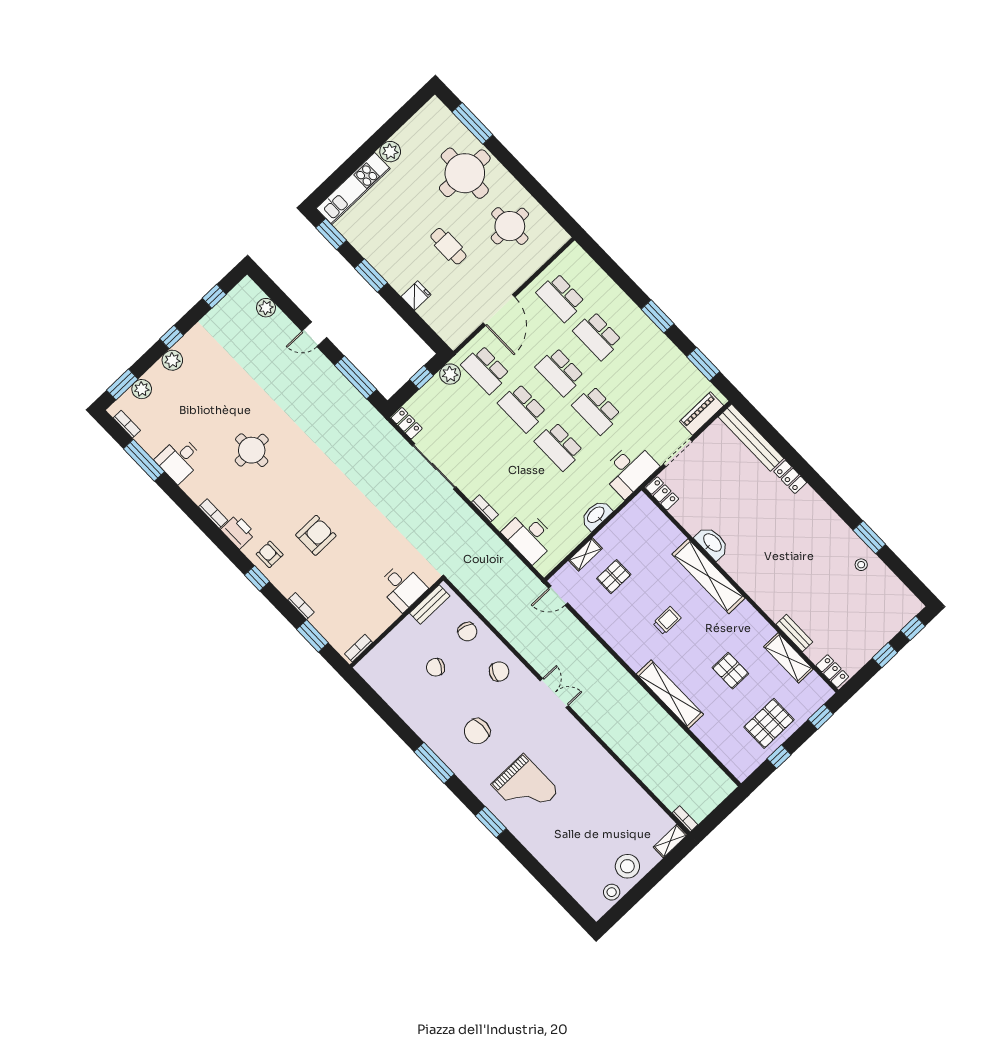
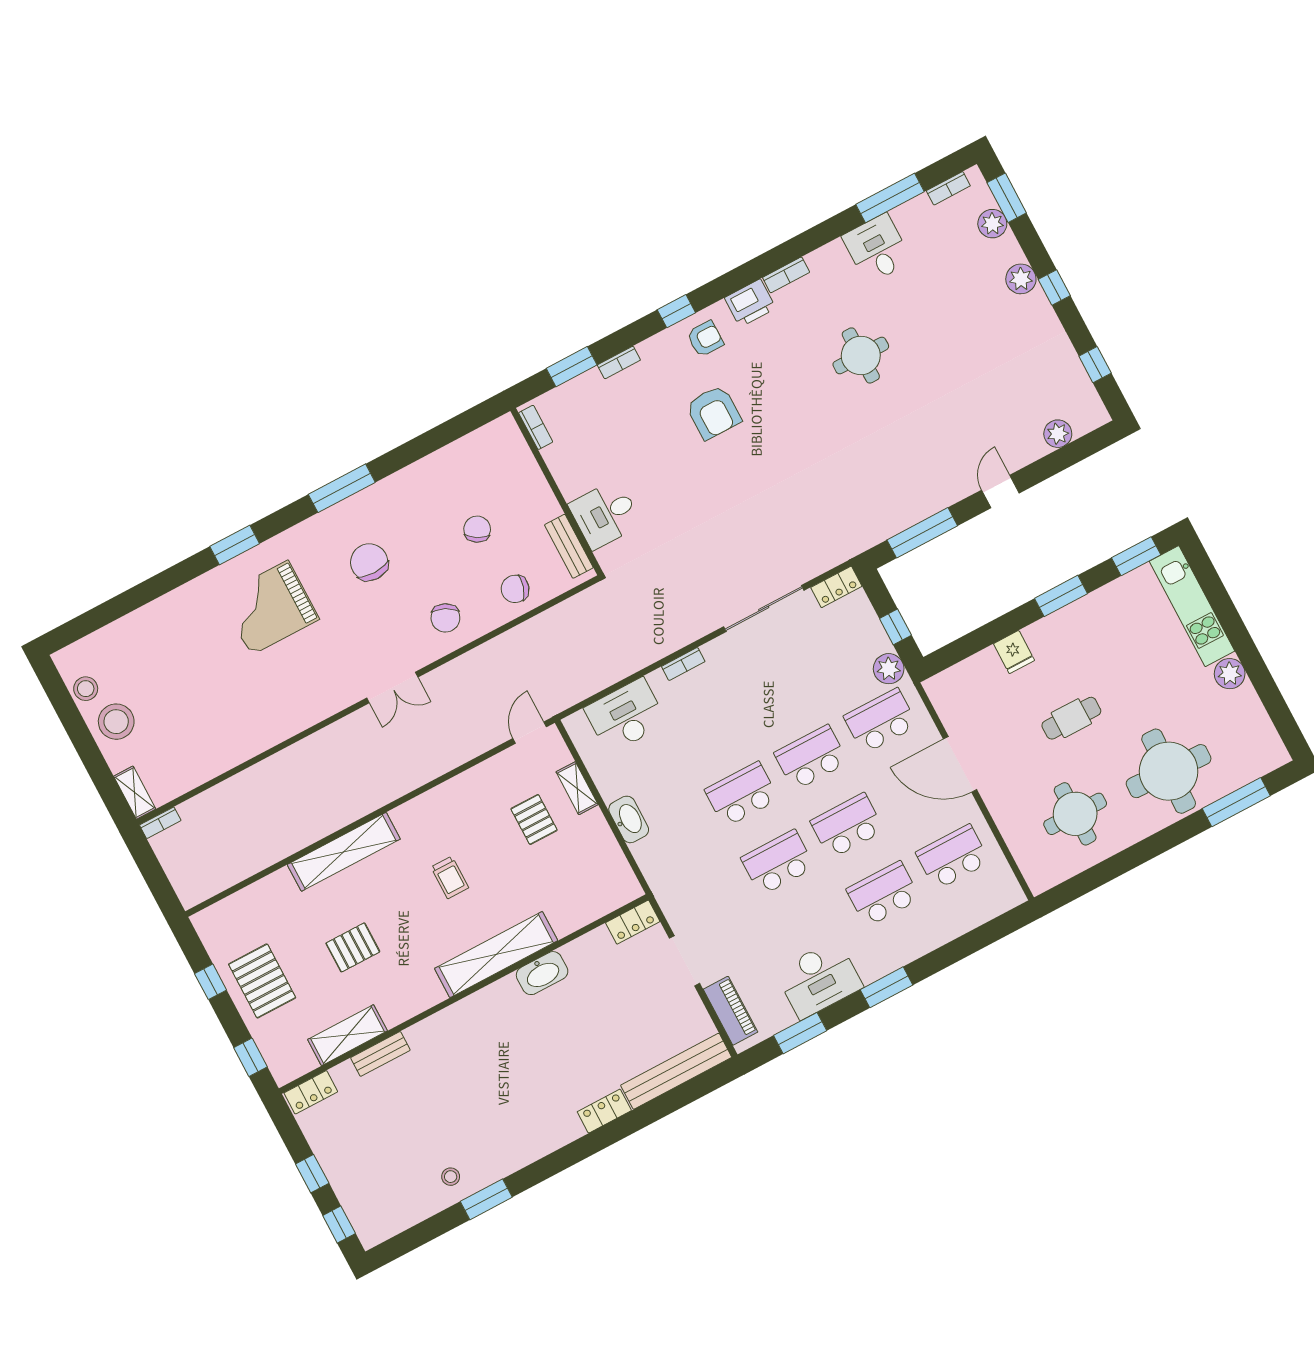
desk: (629, 469) -> (819, 979), moved, turned -90

